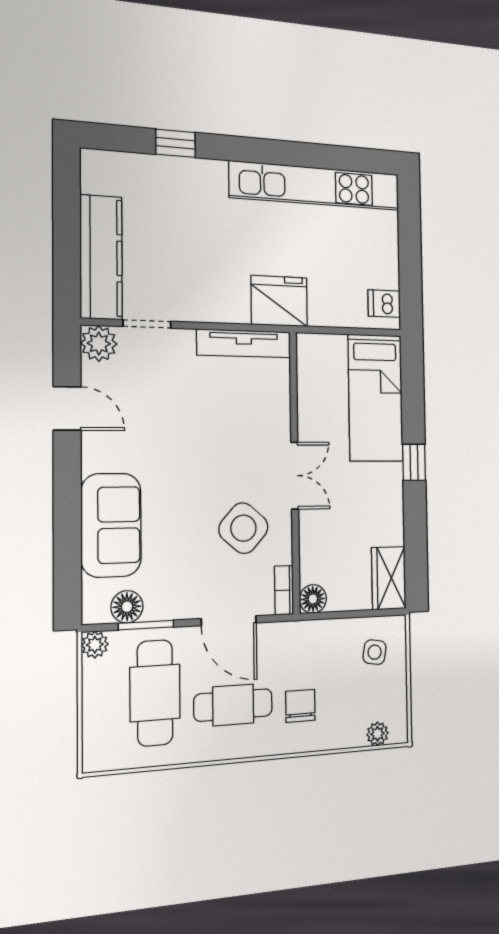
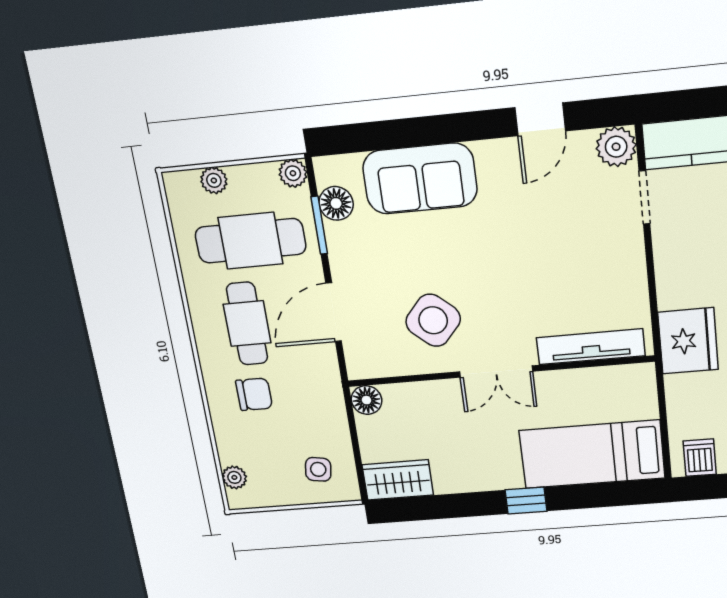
tv unit: (244, 343) -> (591, 347), moved, turned 90
bookcase: (284, 590) -> (372, 369), removed
plant: (94, 722) -> (214, 180), added

